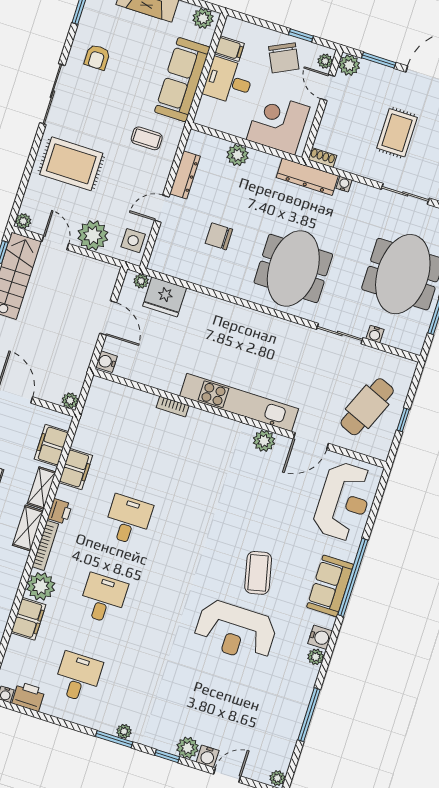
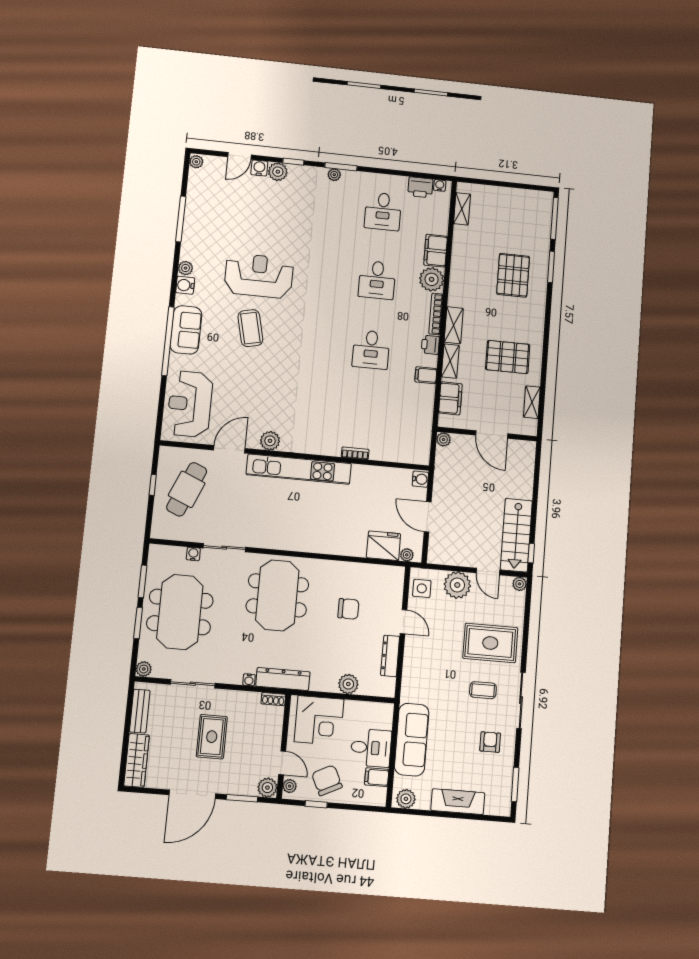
coffee table: (147, 138) -> (483, 690), moved
door: (162, 209) -> (403, 622), hinge flipped
filing cabinet: (76, 469) -> (426, 375), width x0.50

